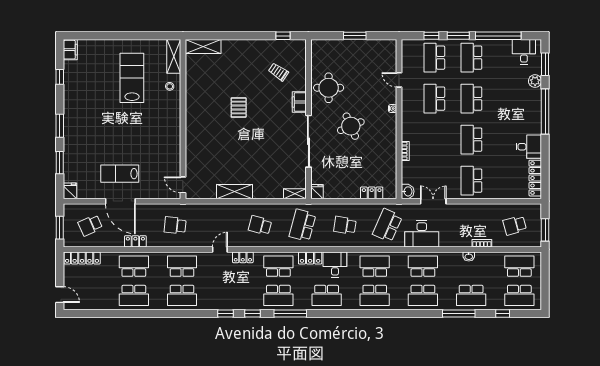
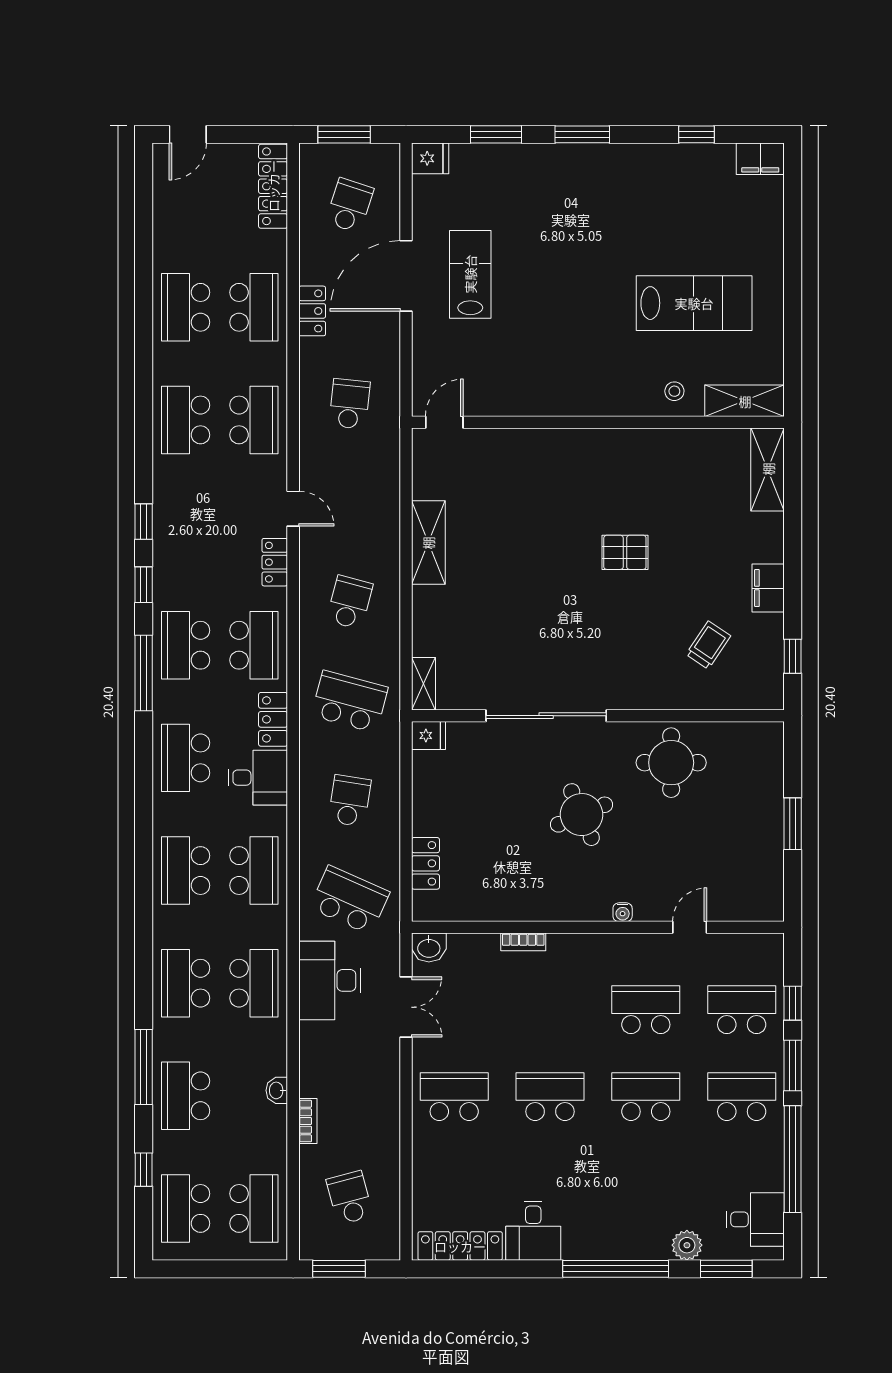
filing cabinet: (299, 102) -> (768, 588), moved, turned -90
school desk: (90, 225) -> (350, 205), turned 42

